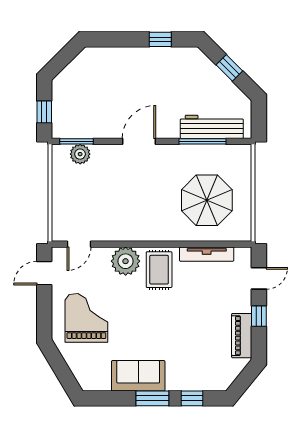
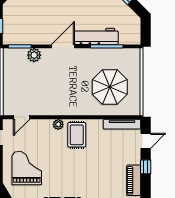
workbench: (212, 127) -> (96, 36), moved
plant: (80, 154) -> (34, 55), moved
tv unit: (207, 254) -> (122, 124), moved
plant: (126, 261) -> (58, 124), width x0.53, depth x0.53

